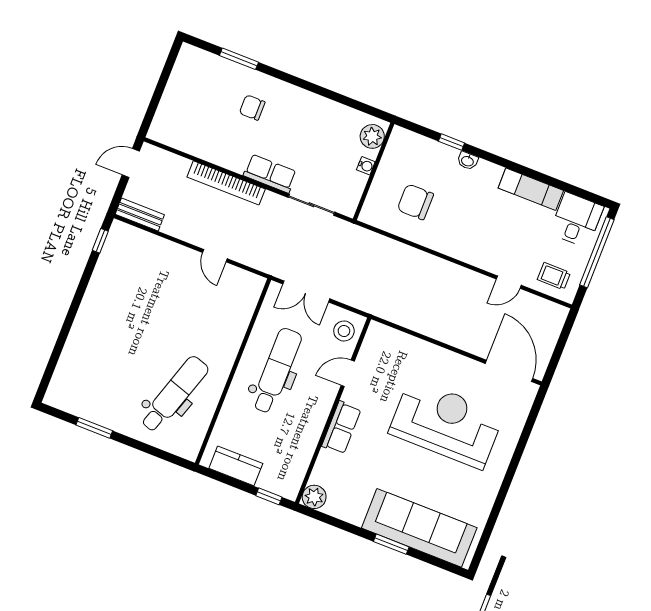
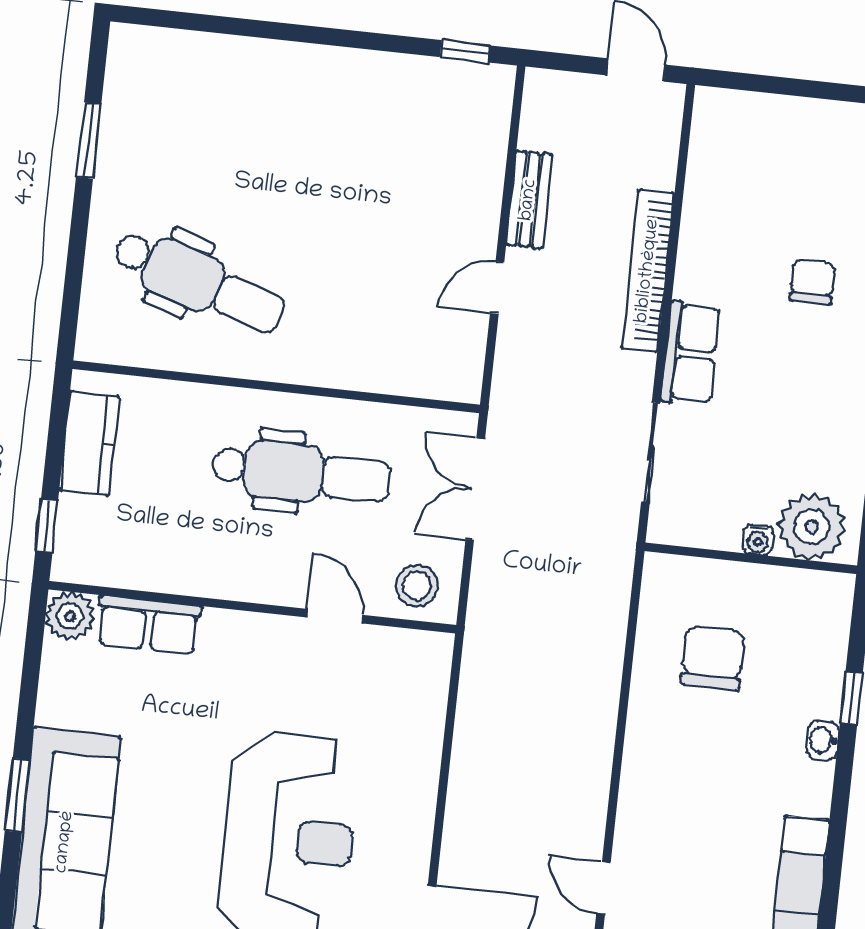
plant: (372, 136) -> (812, 527), width x1.36, depth x1.36
bench: (140, 214) -> (529, 200), moved
row of seats: (341, 428) -> (148, 625), moved

